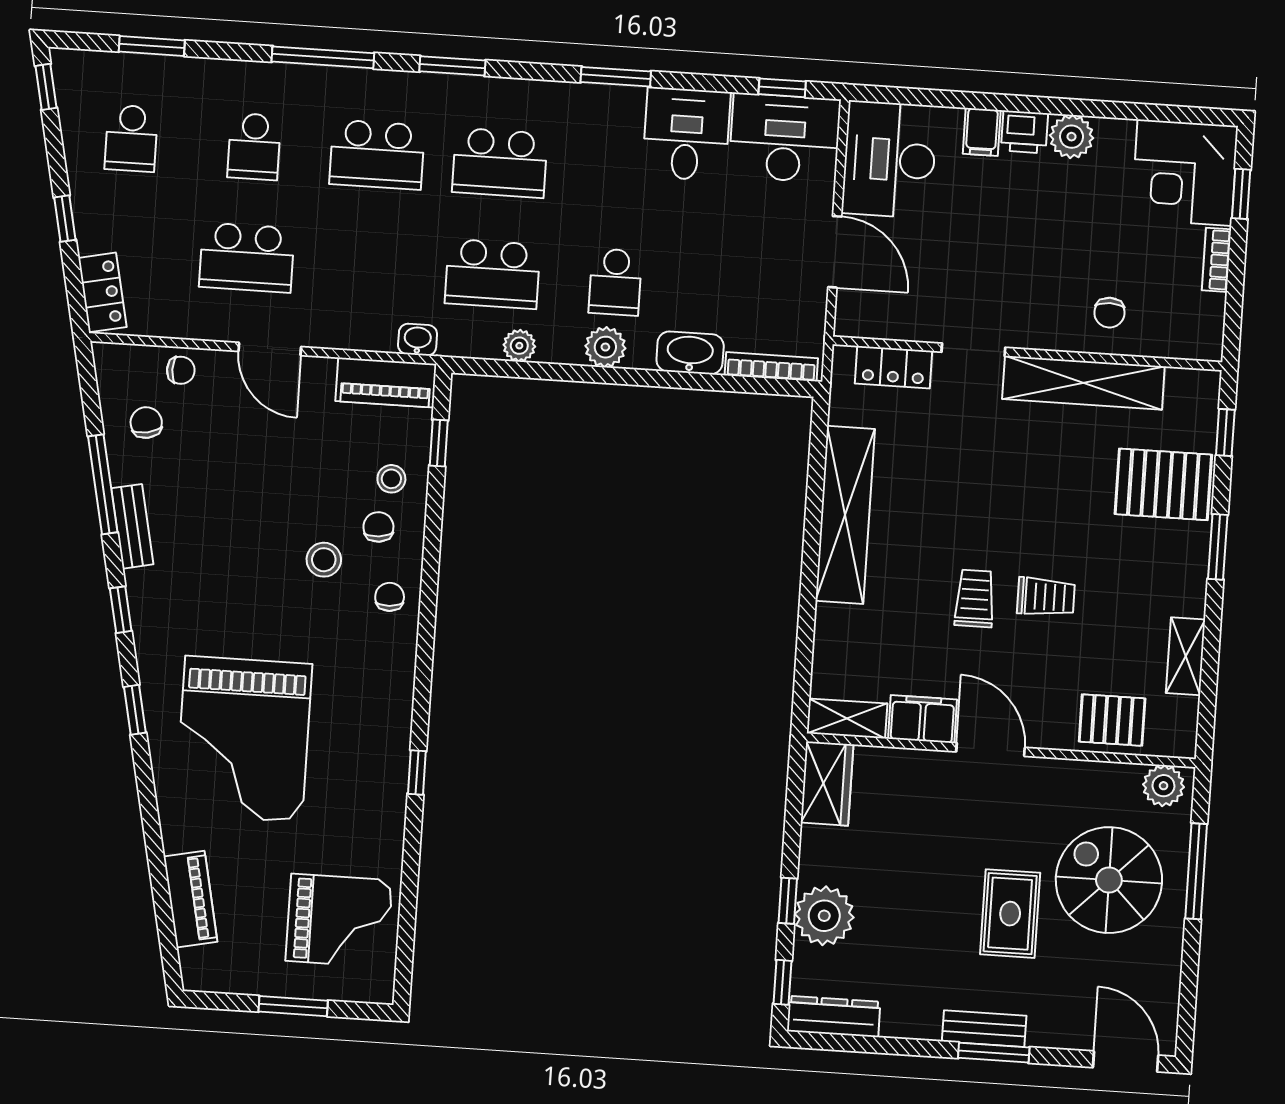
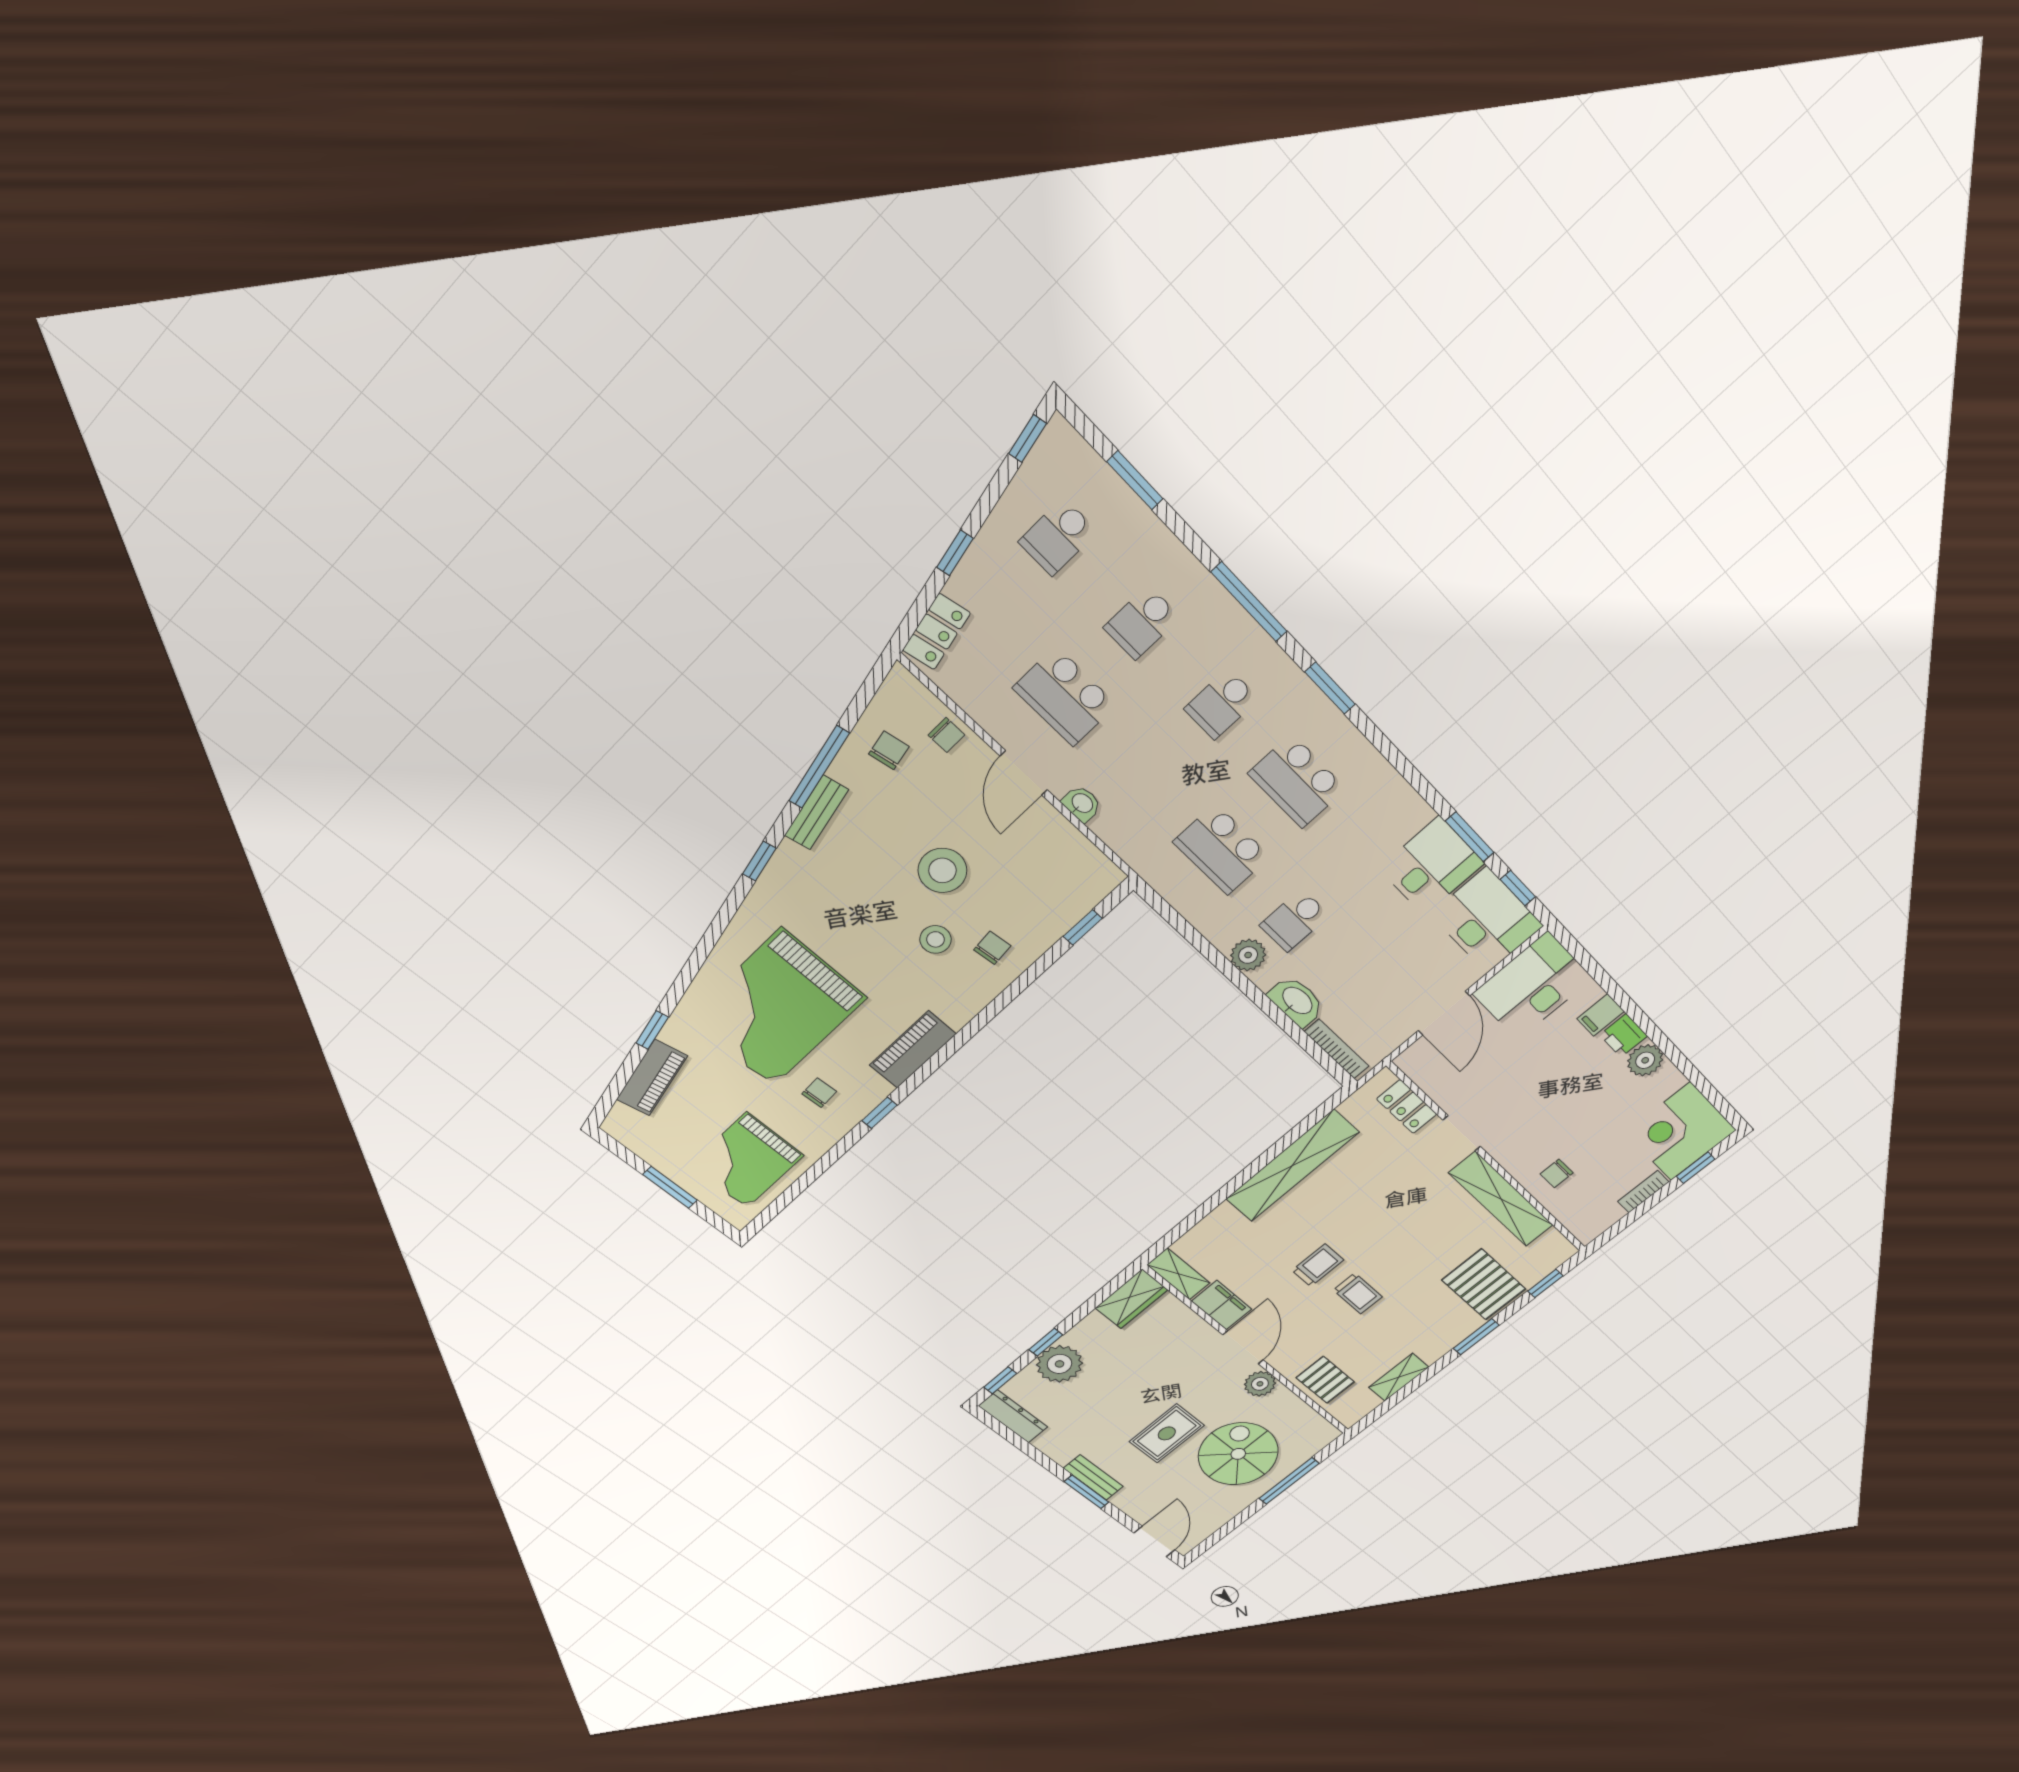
window: (616, 77) -> (1470, 837), moved
school desk: (377, 155) -> (1221, 704), width x0.54
washbasin: (418, 340) -> (1082, 804), moved
plant: (519, 346) -> (1194, 909), removed
piano: (386, 383) -> (913, 1050), moved, turned 90
stool: (391, 479) -> (942, 870), moved, width x1.89, depth x1.89
chair: (390, 597) -> (819, 1093), moved
window: (135, 710) -> (652, 1030), moved
plant: (1163, 786) -> (1260, 1384), moved
grand piano: (339, 921) -> (747, 1160), turned 90

